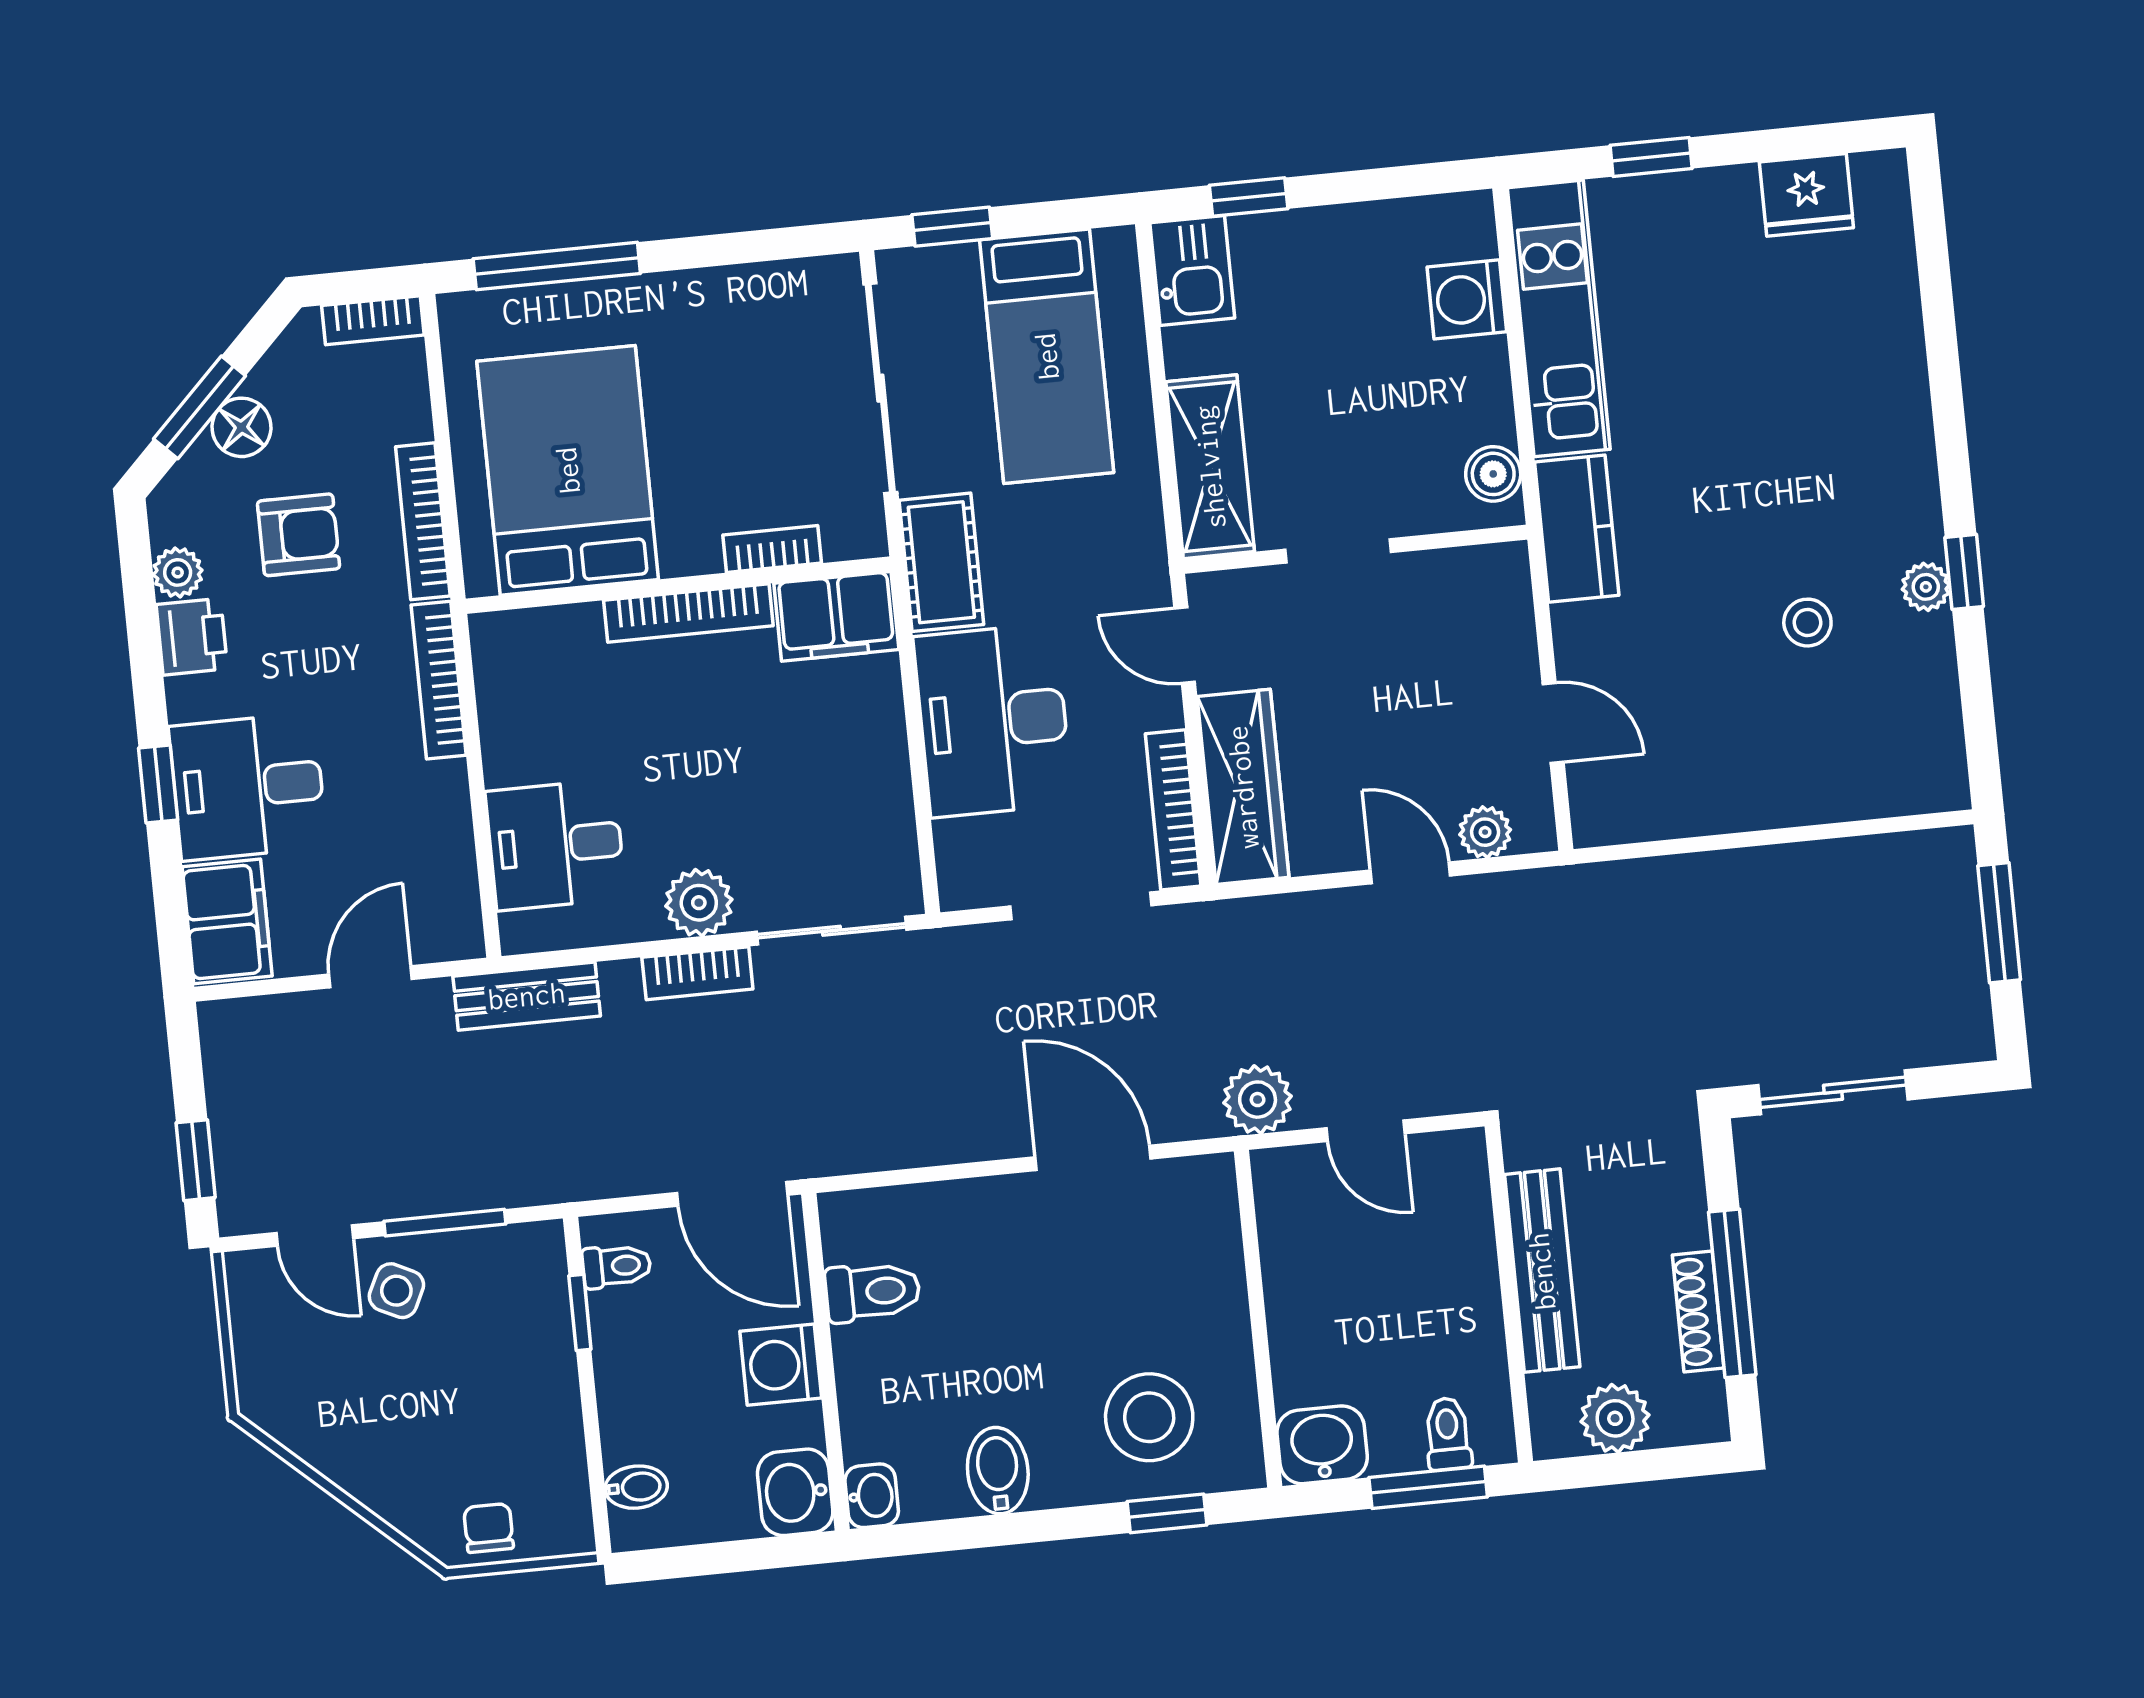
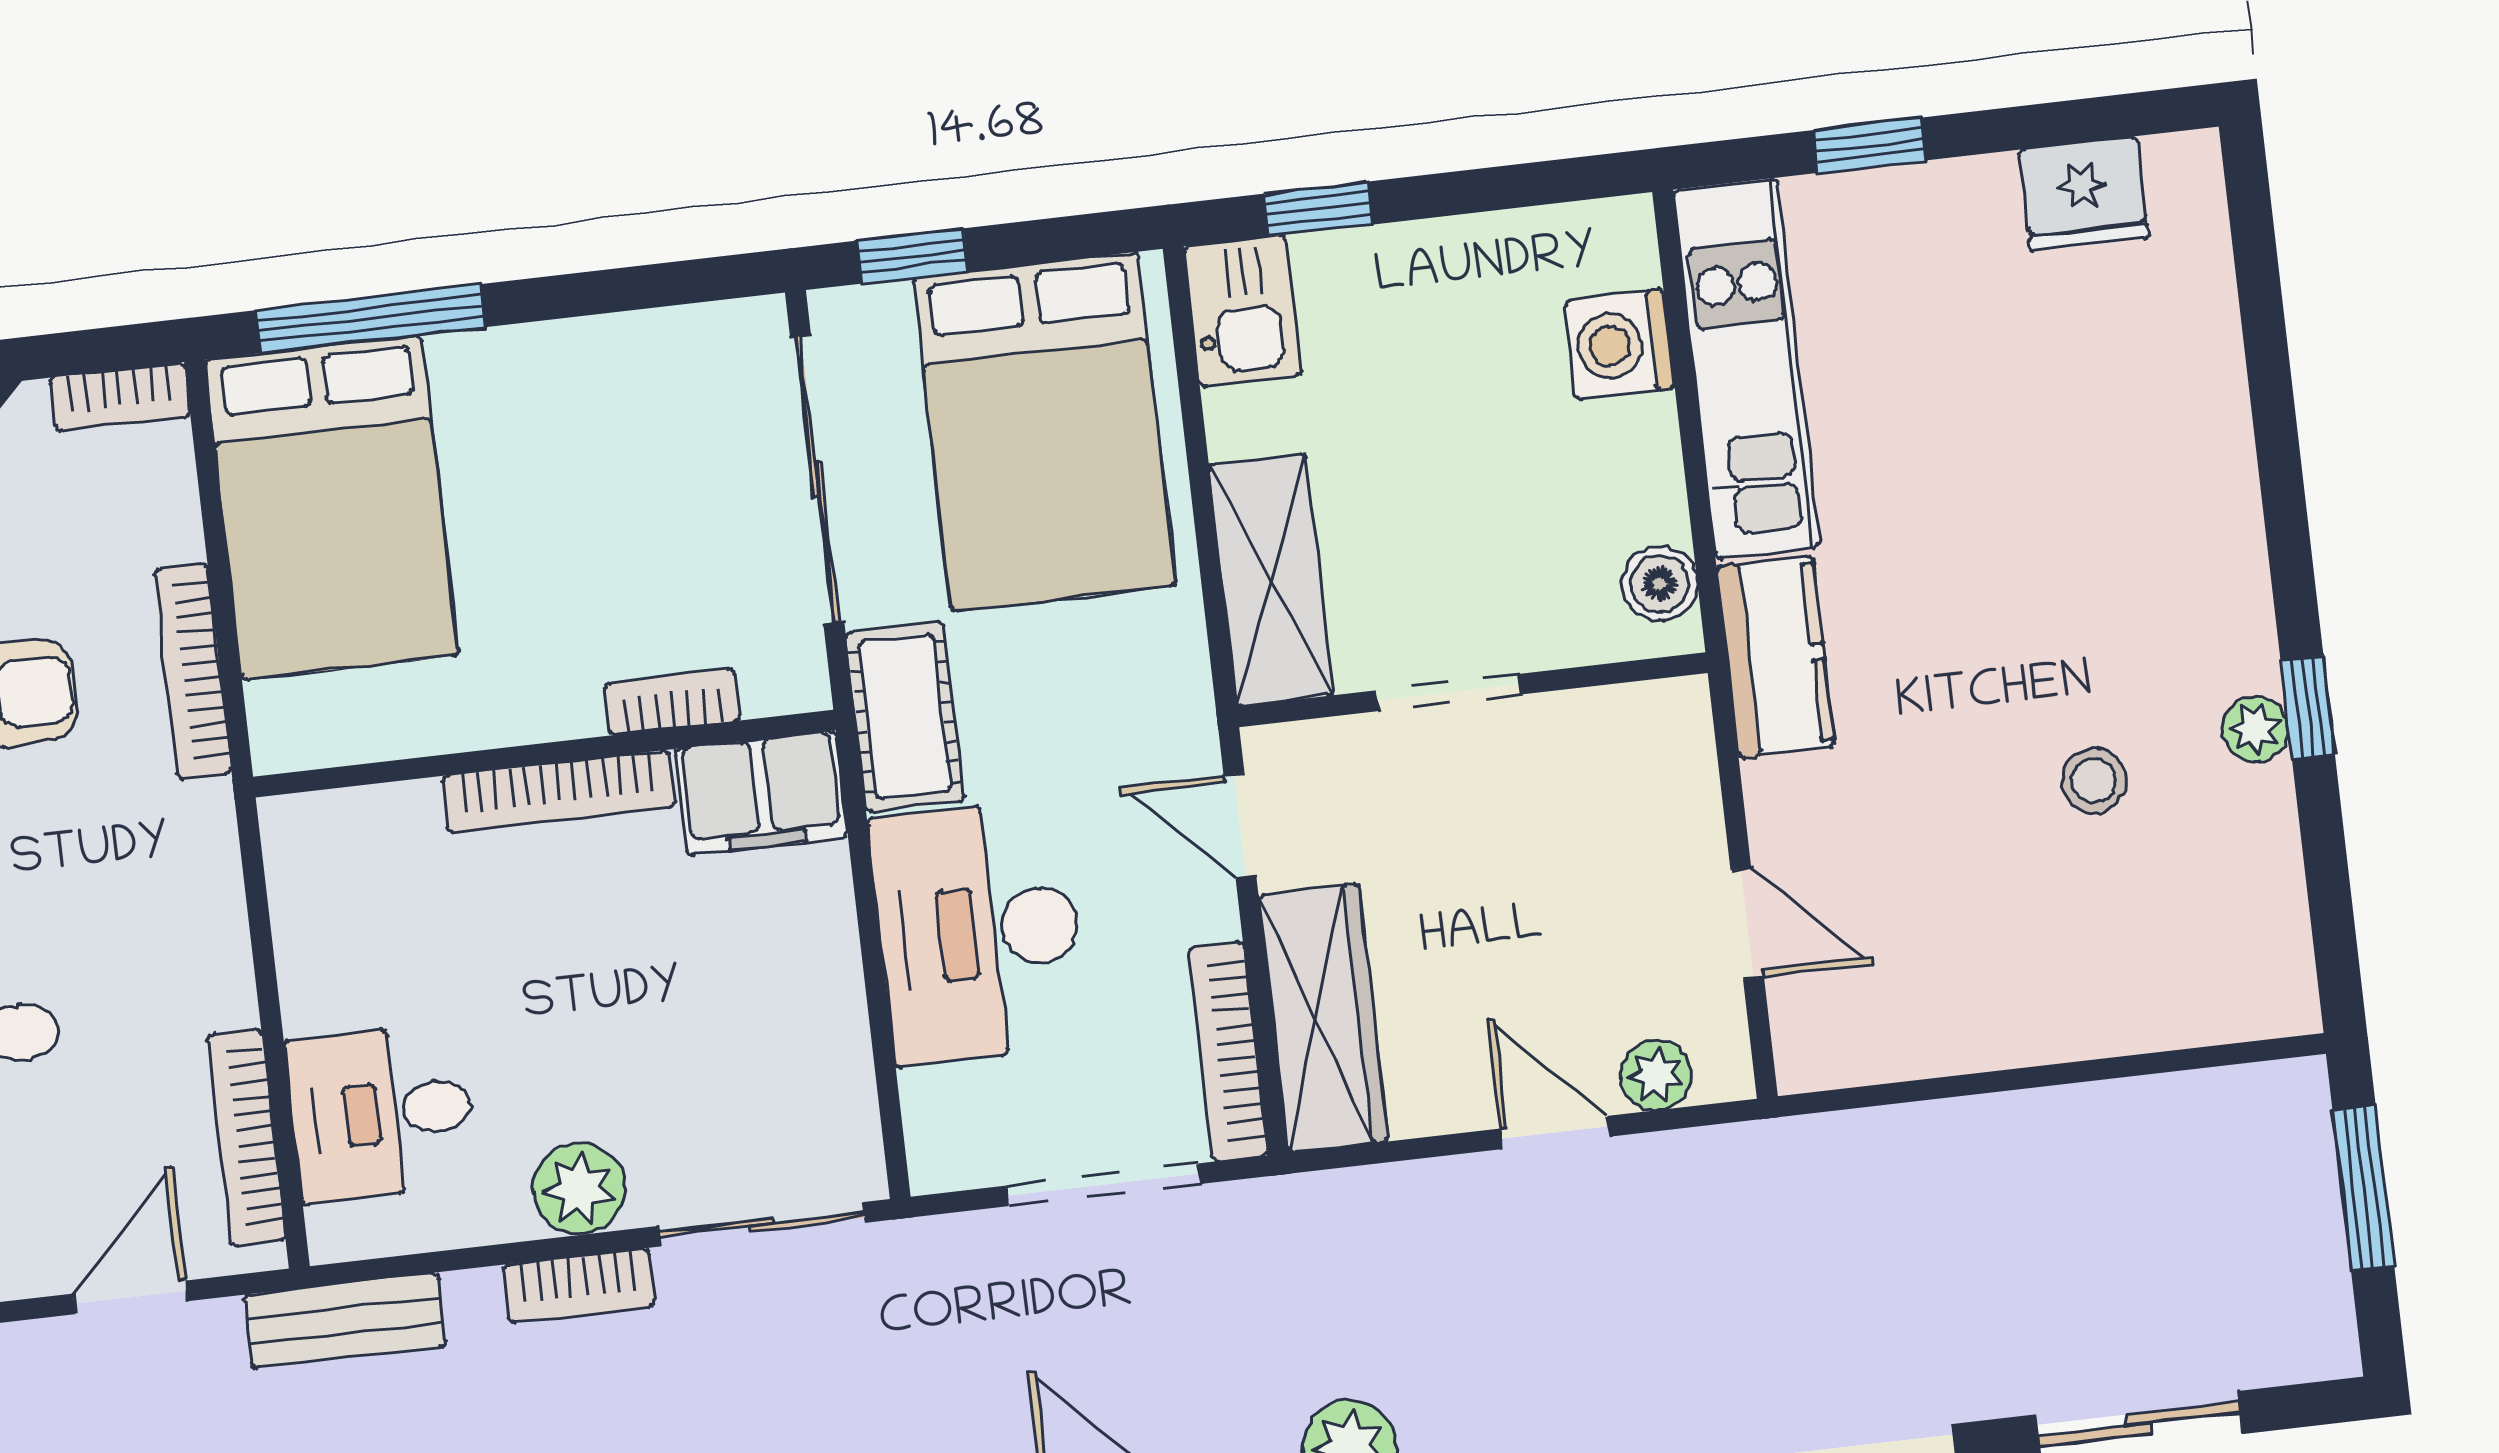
bed: (1047, 356) -> (1045, 432), width x1.50
bed: (568, 470) -> (332, 507), moved, turned 180
bookcase: (439, 680) -> (247, 1138), moved

